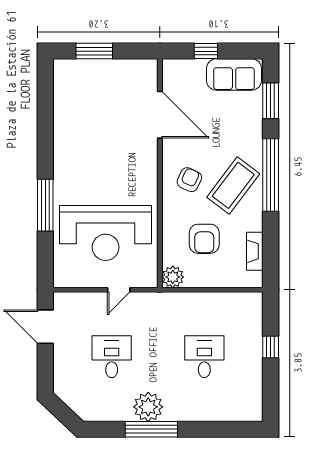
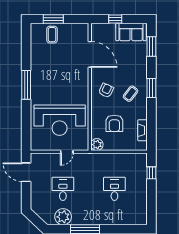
coffee table: (92, 79) -> (52, 35), added
window: (271, 175) -> (151, 88), width x0.47
coffee table: (233, 185) -> (131, 94), width x0.54, depth x0.58
window: (45, 205) -> (26, 85), moved
window: (271, 347) -> (151, 173), moved
plant: (148, 407) -> (63, 217), moved

